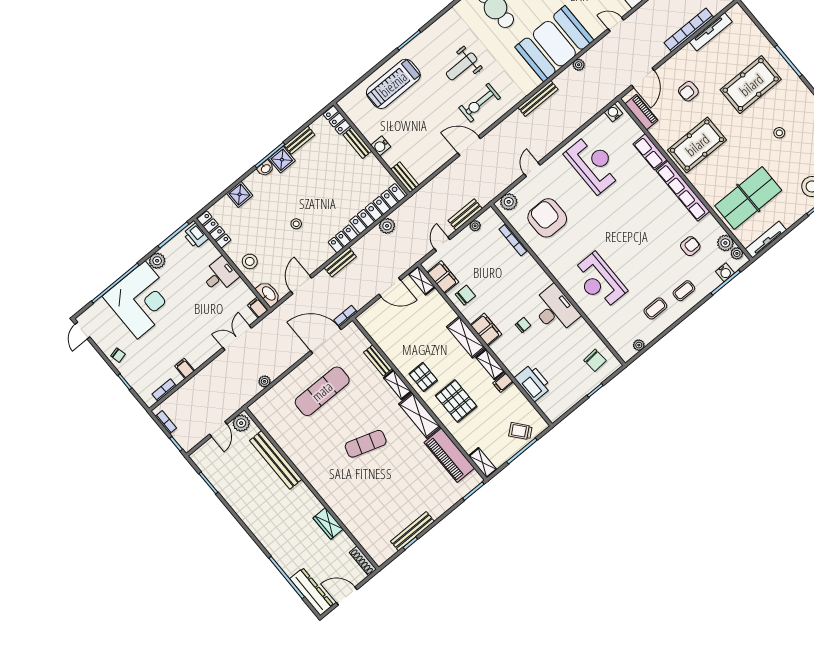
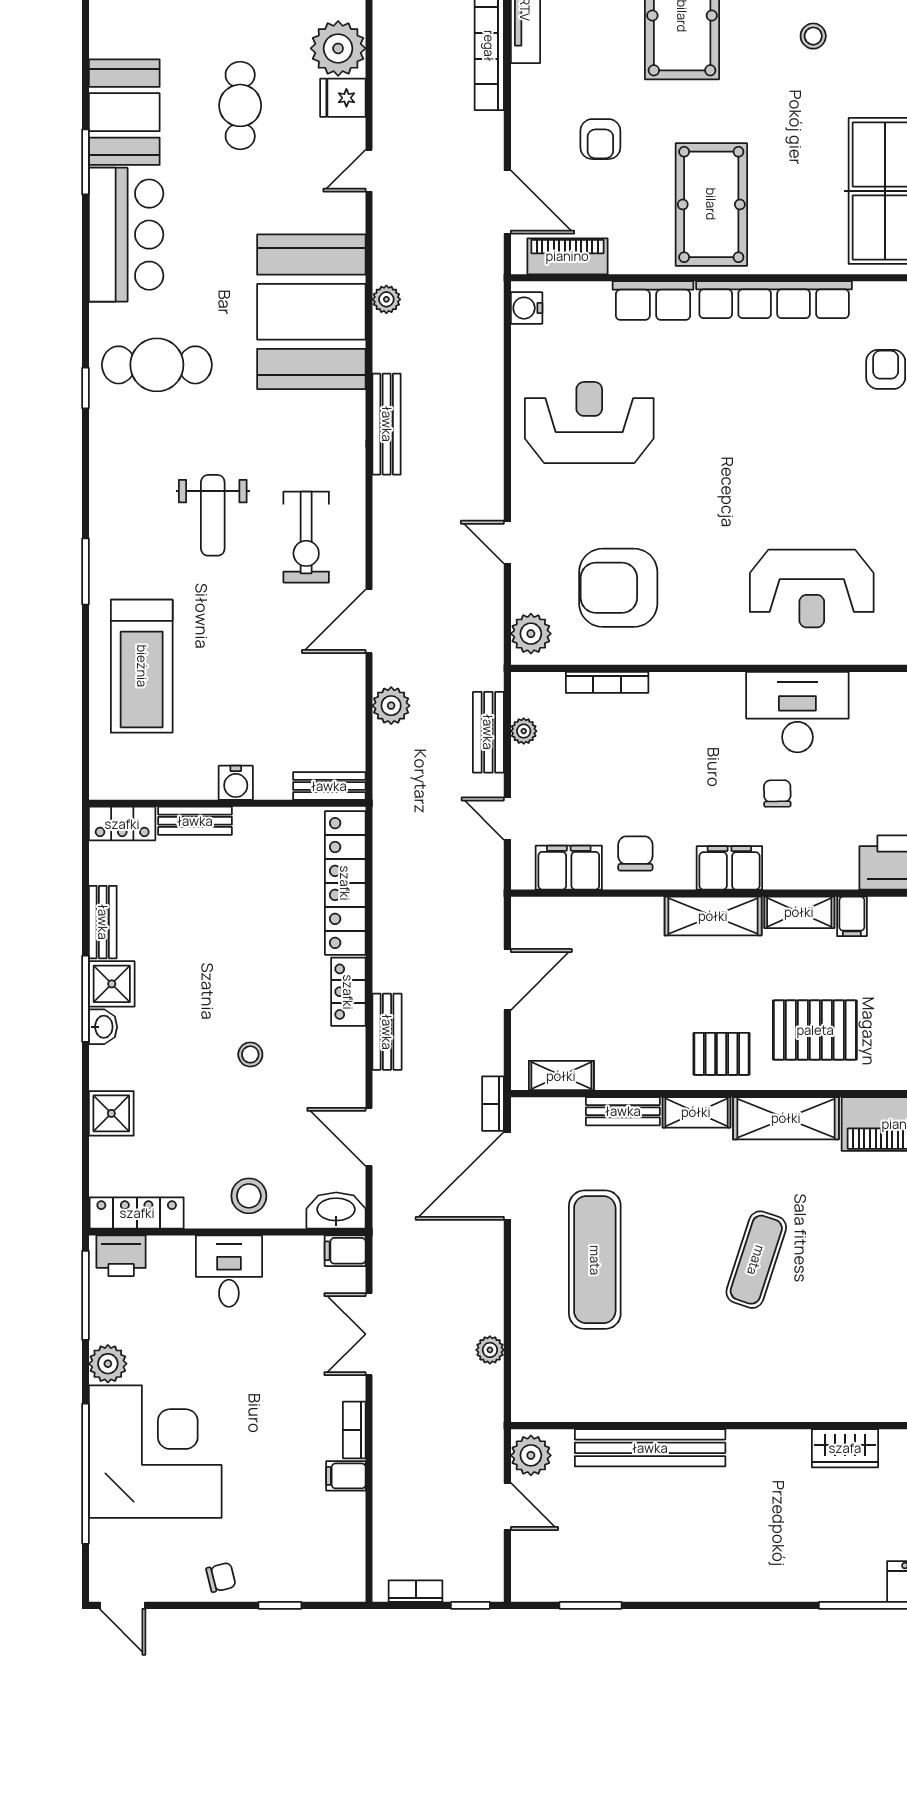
plant: (387, 226) -> (391, 706), moved
shelving: (422, 281) -> (561, 1076), moved
bookcase: (164, 390) -> (354, 1430), moved

